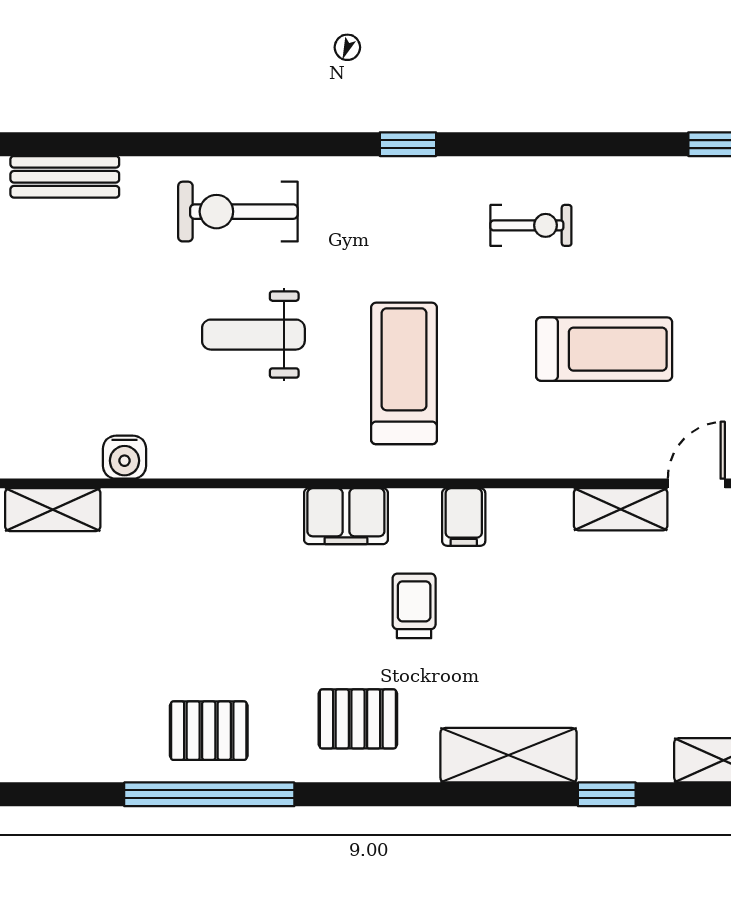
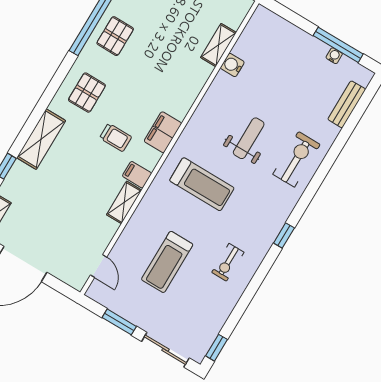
shelving: (621, 509) -> (124, 202), moved
shelving: (53, 510) -> (218, 45), moved

